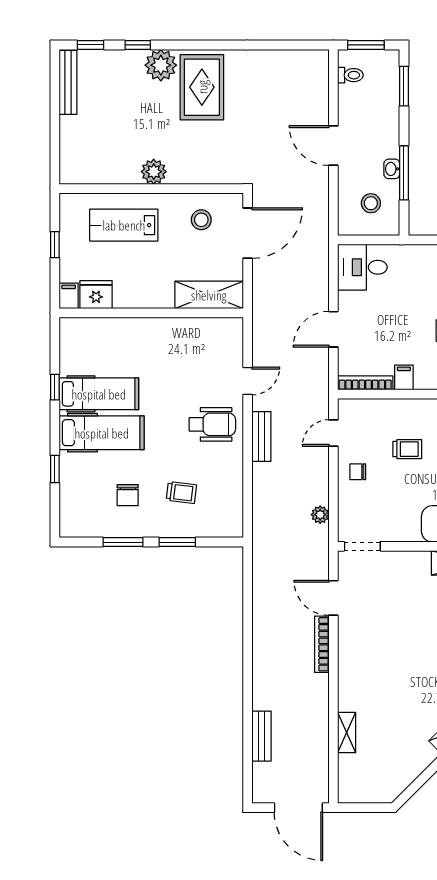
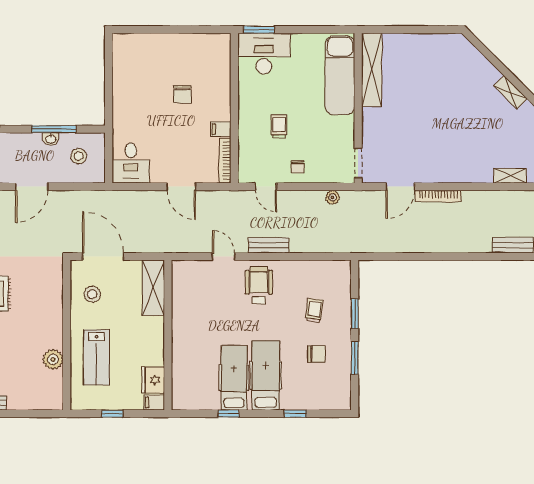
plant: (154, 172) -> (53, 359), moved

